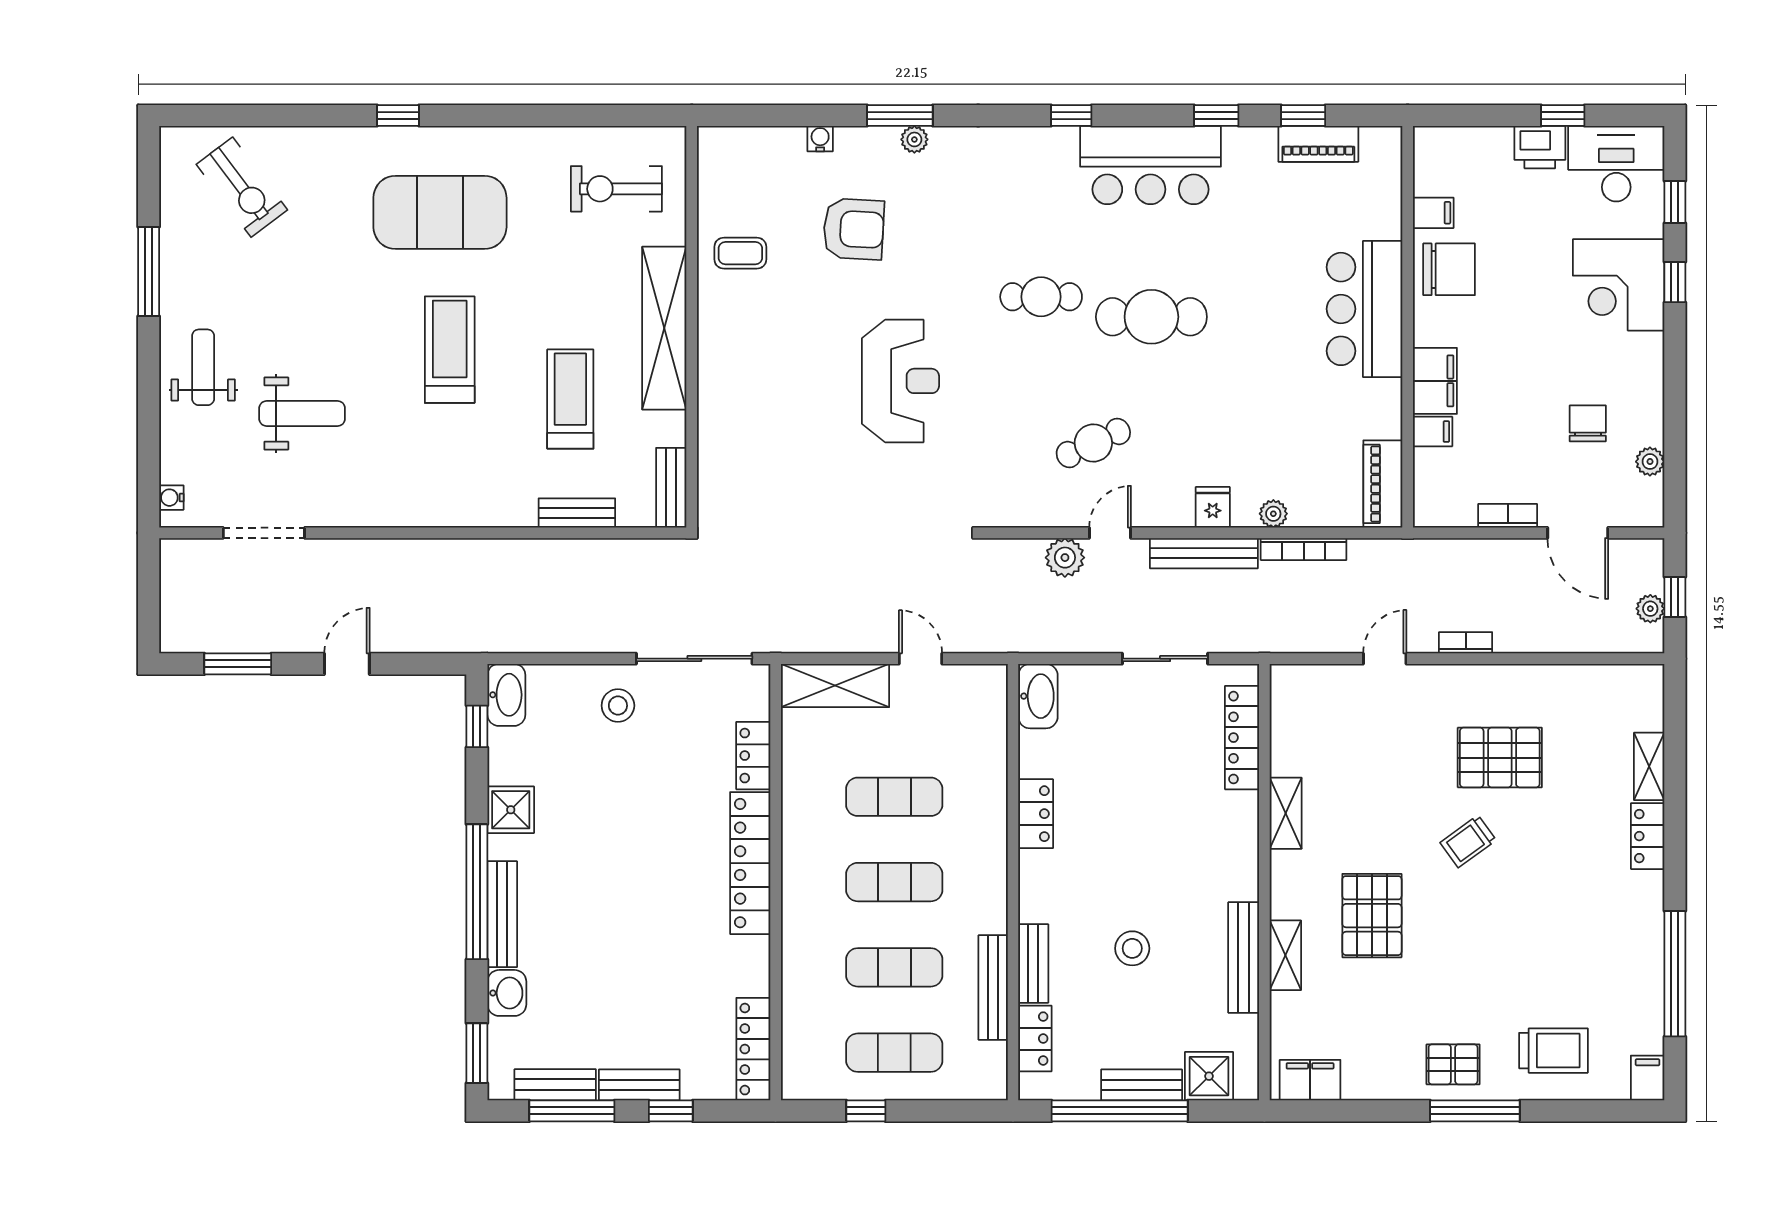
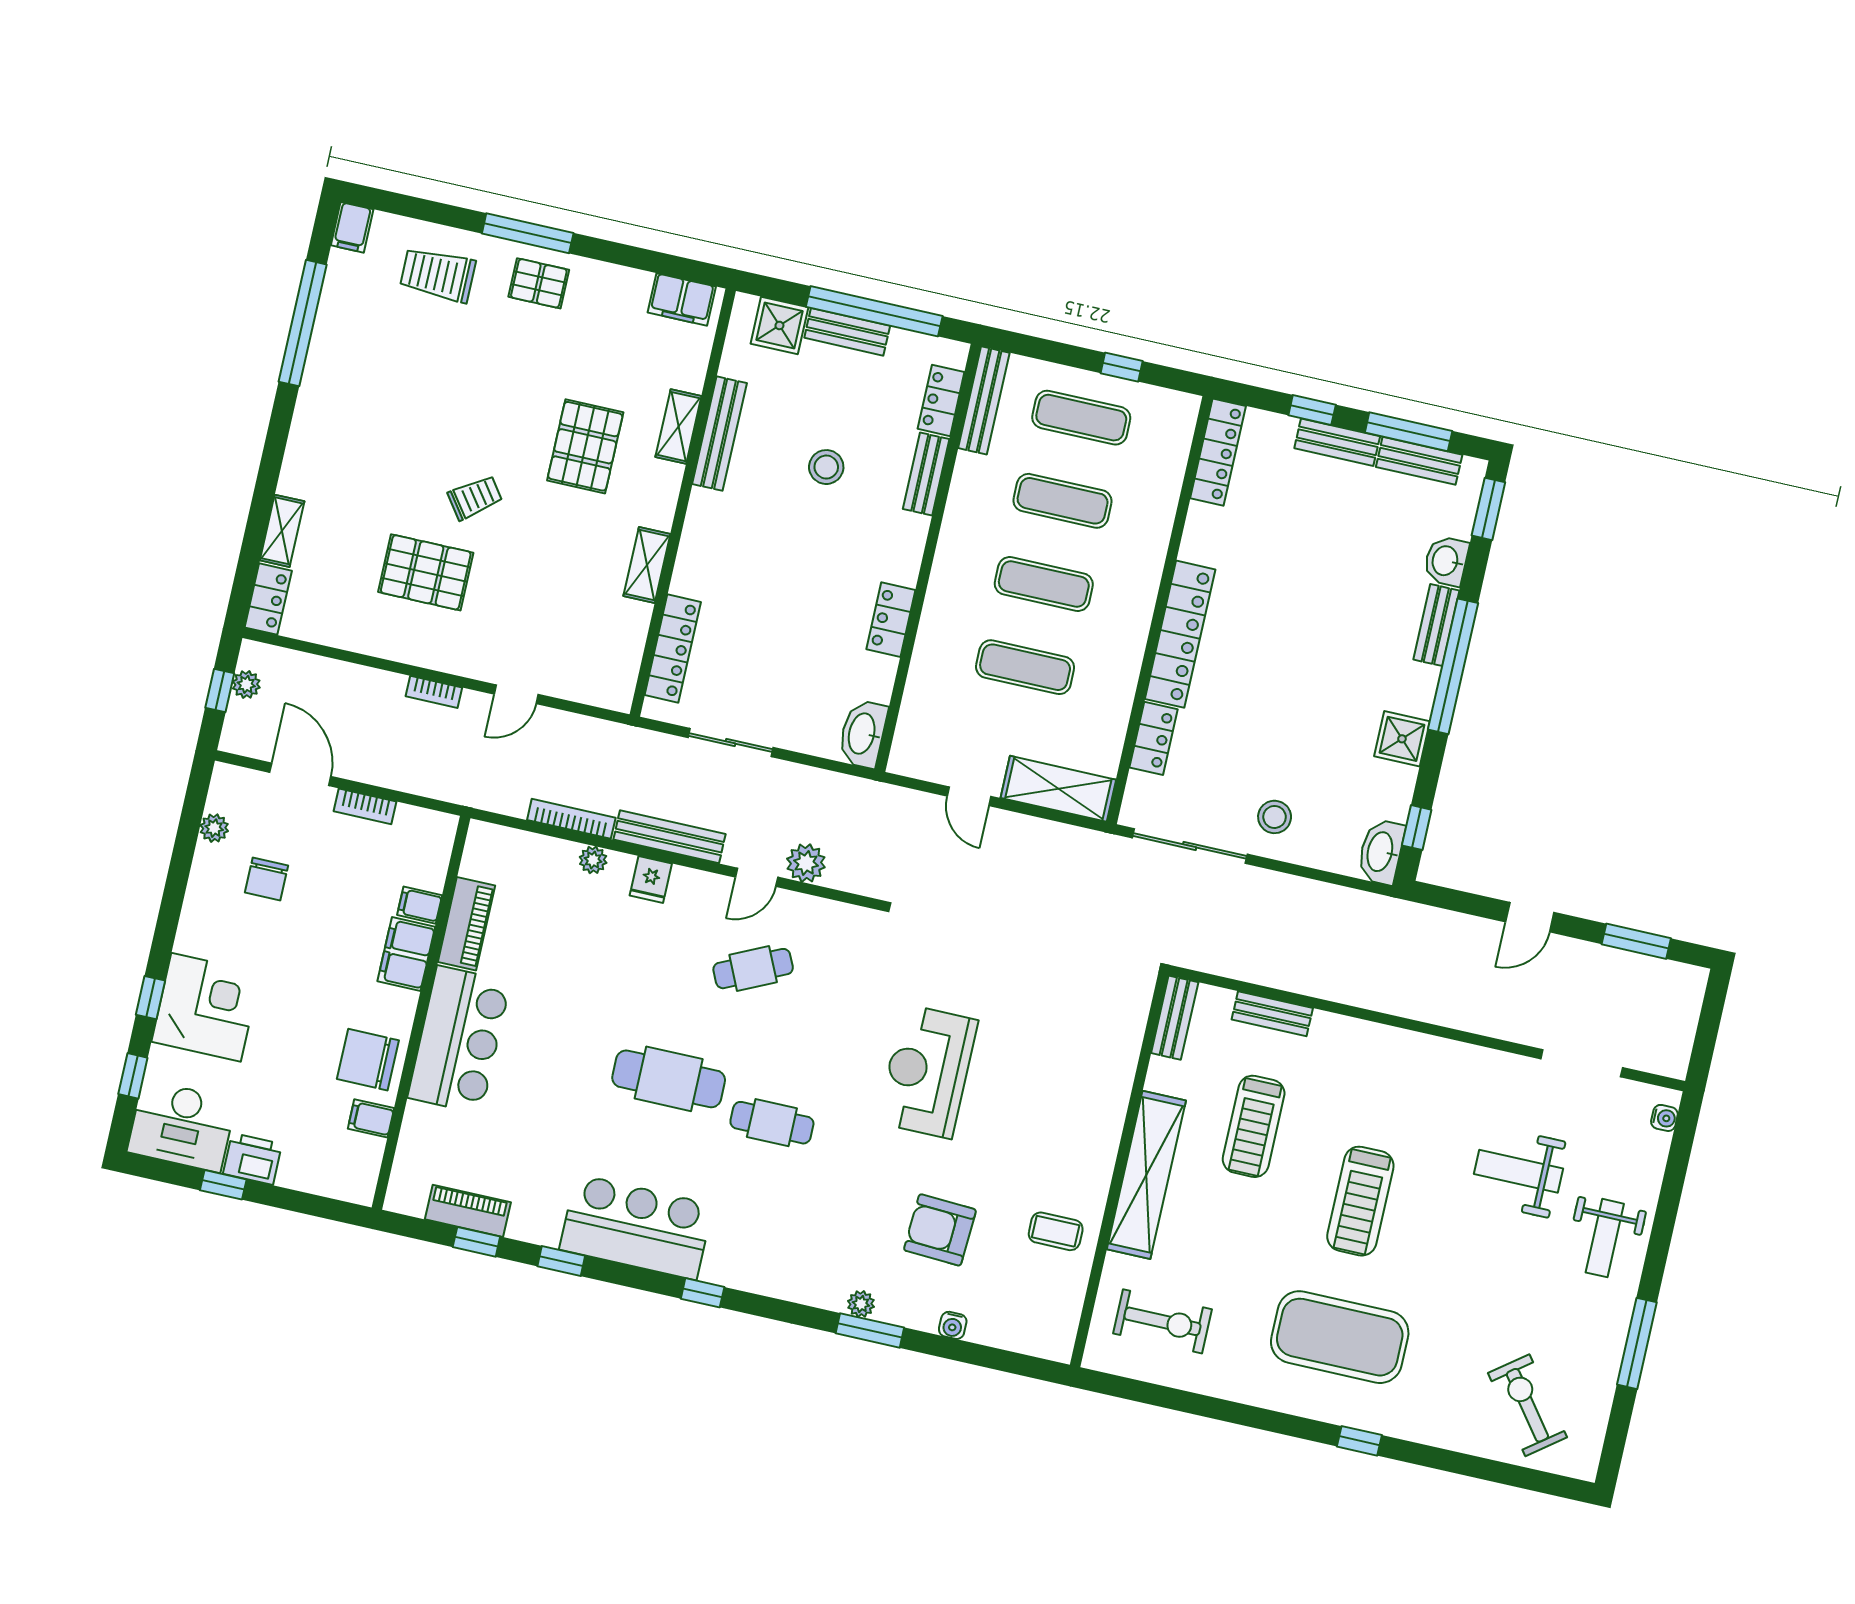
piano: (1383, 484) -> (466, 924), moved
locker: (1648, 836) -> (268, 599), moved
bench: (502, 914) -> (1436, 625), width x0.73
bench: (993, 988) -> (984, 400), moved

